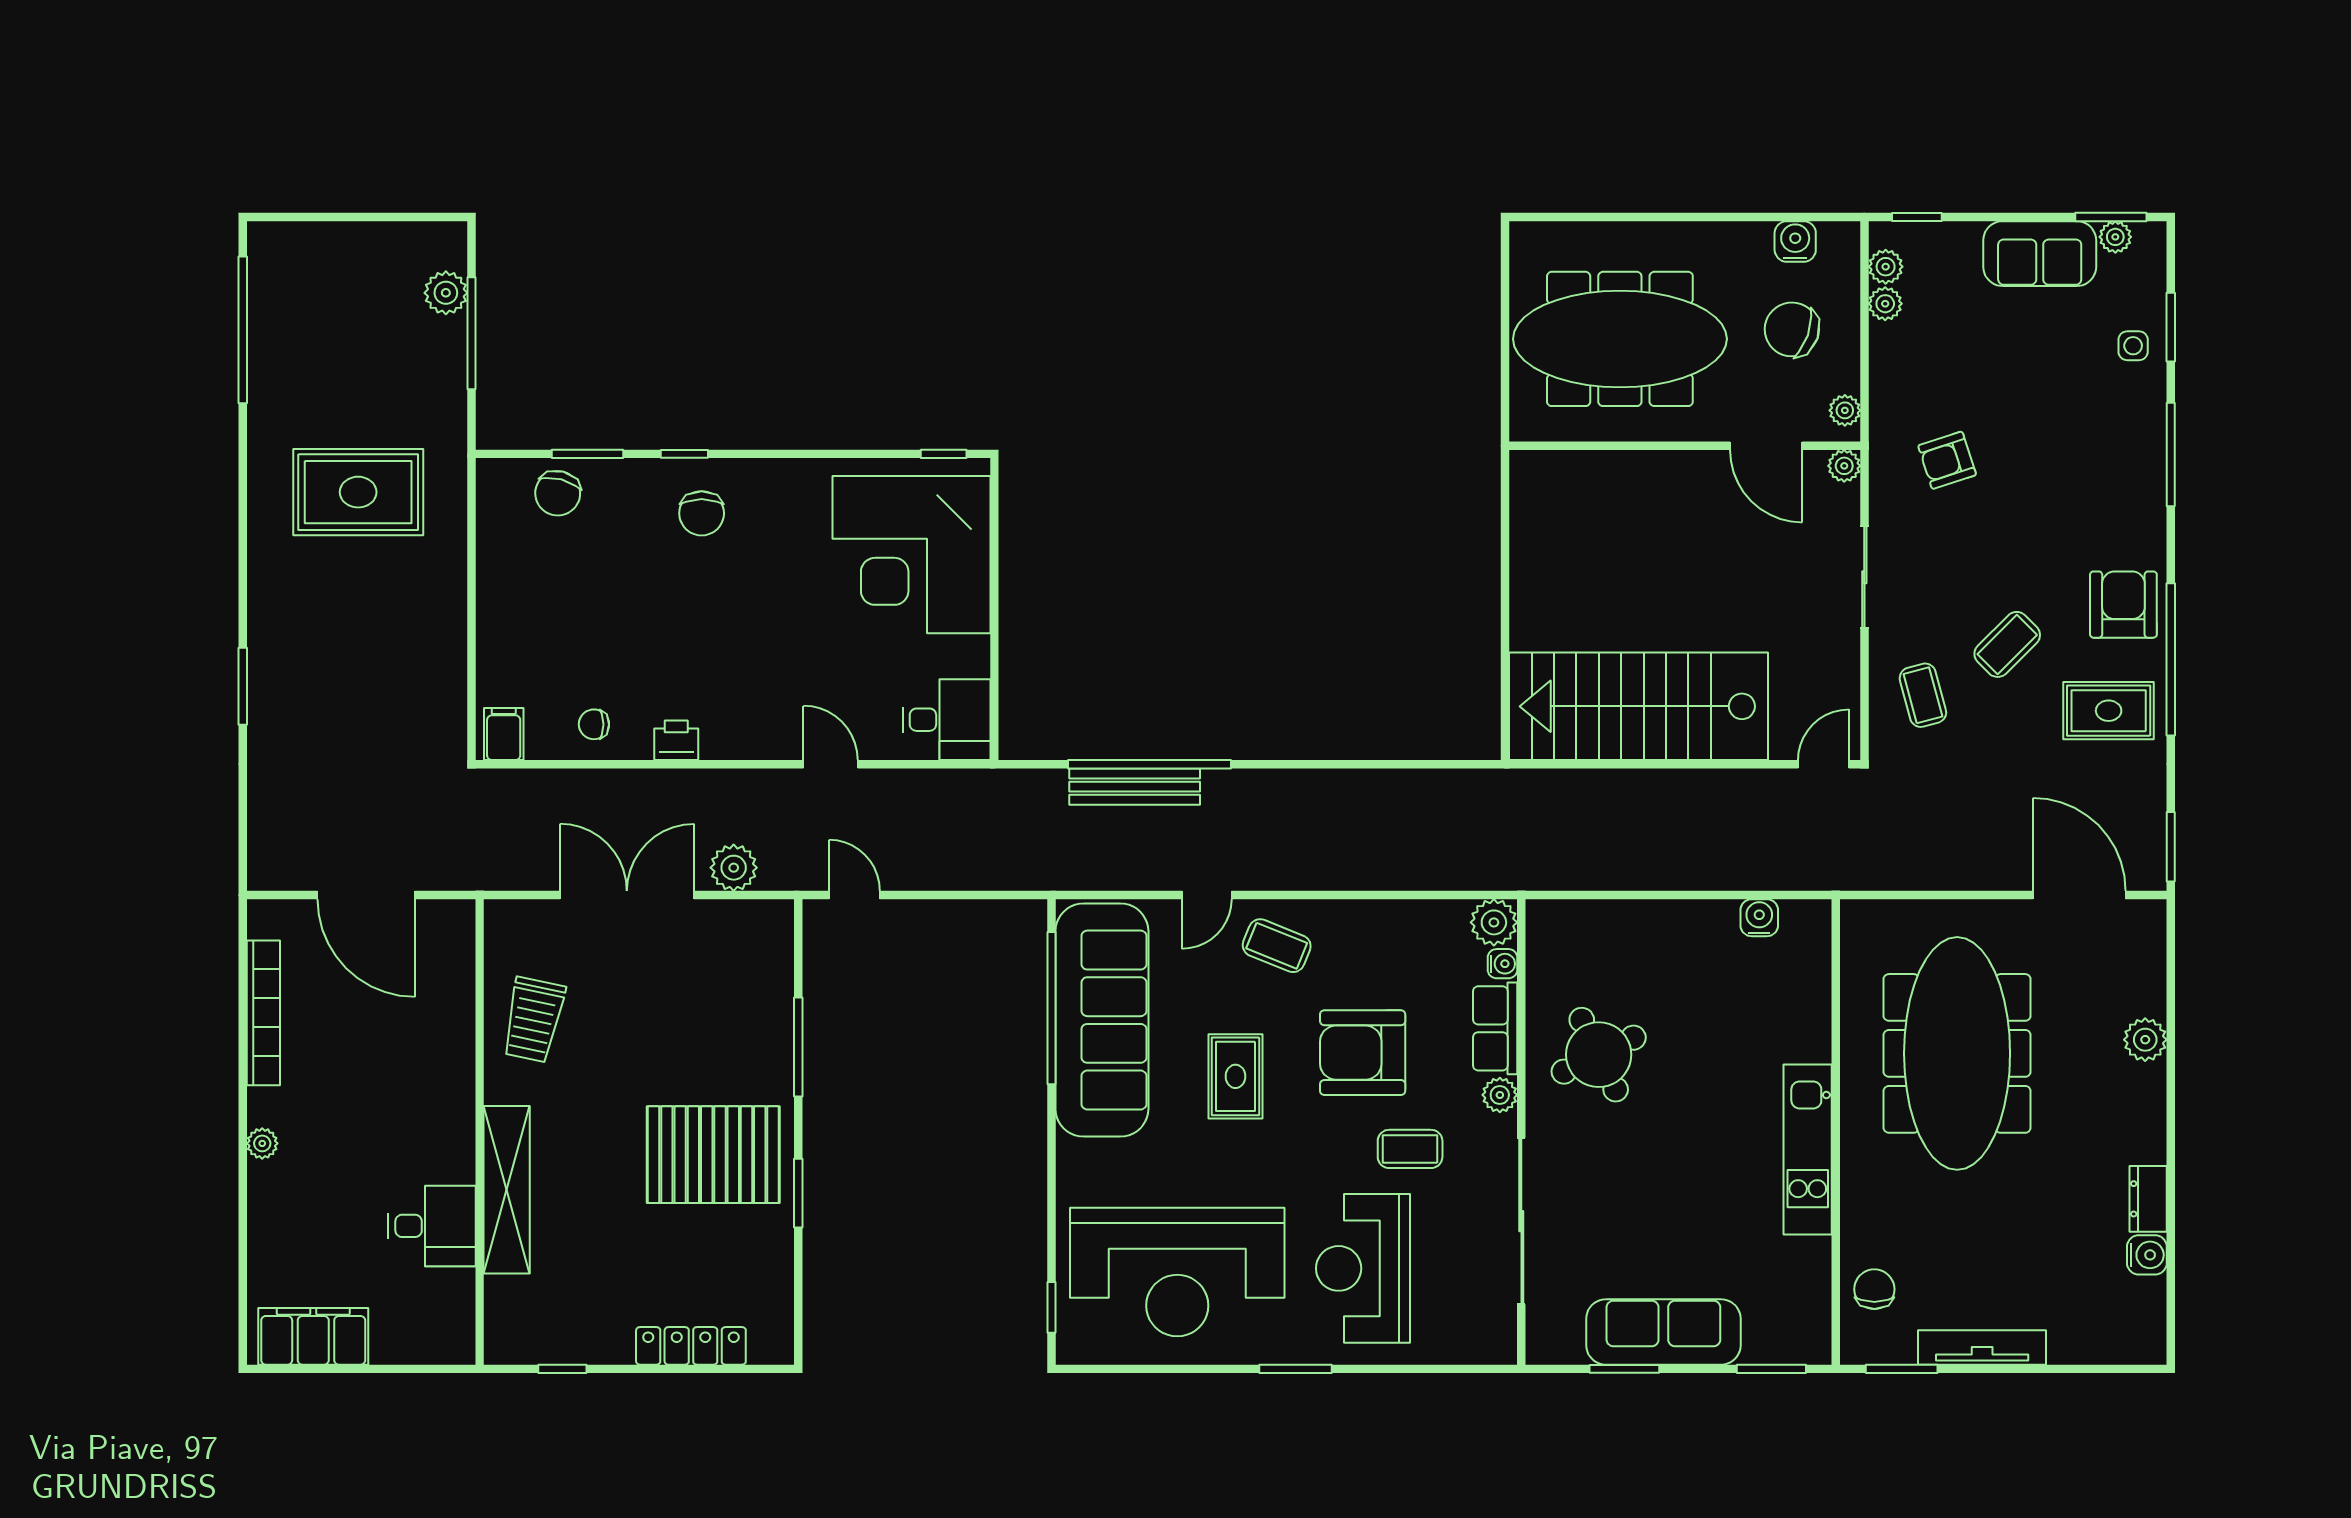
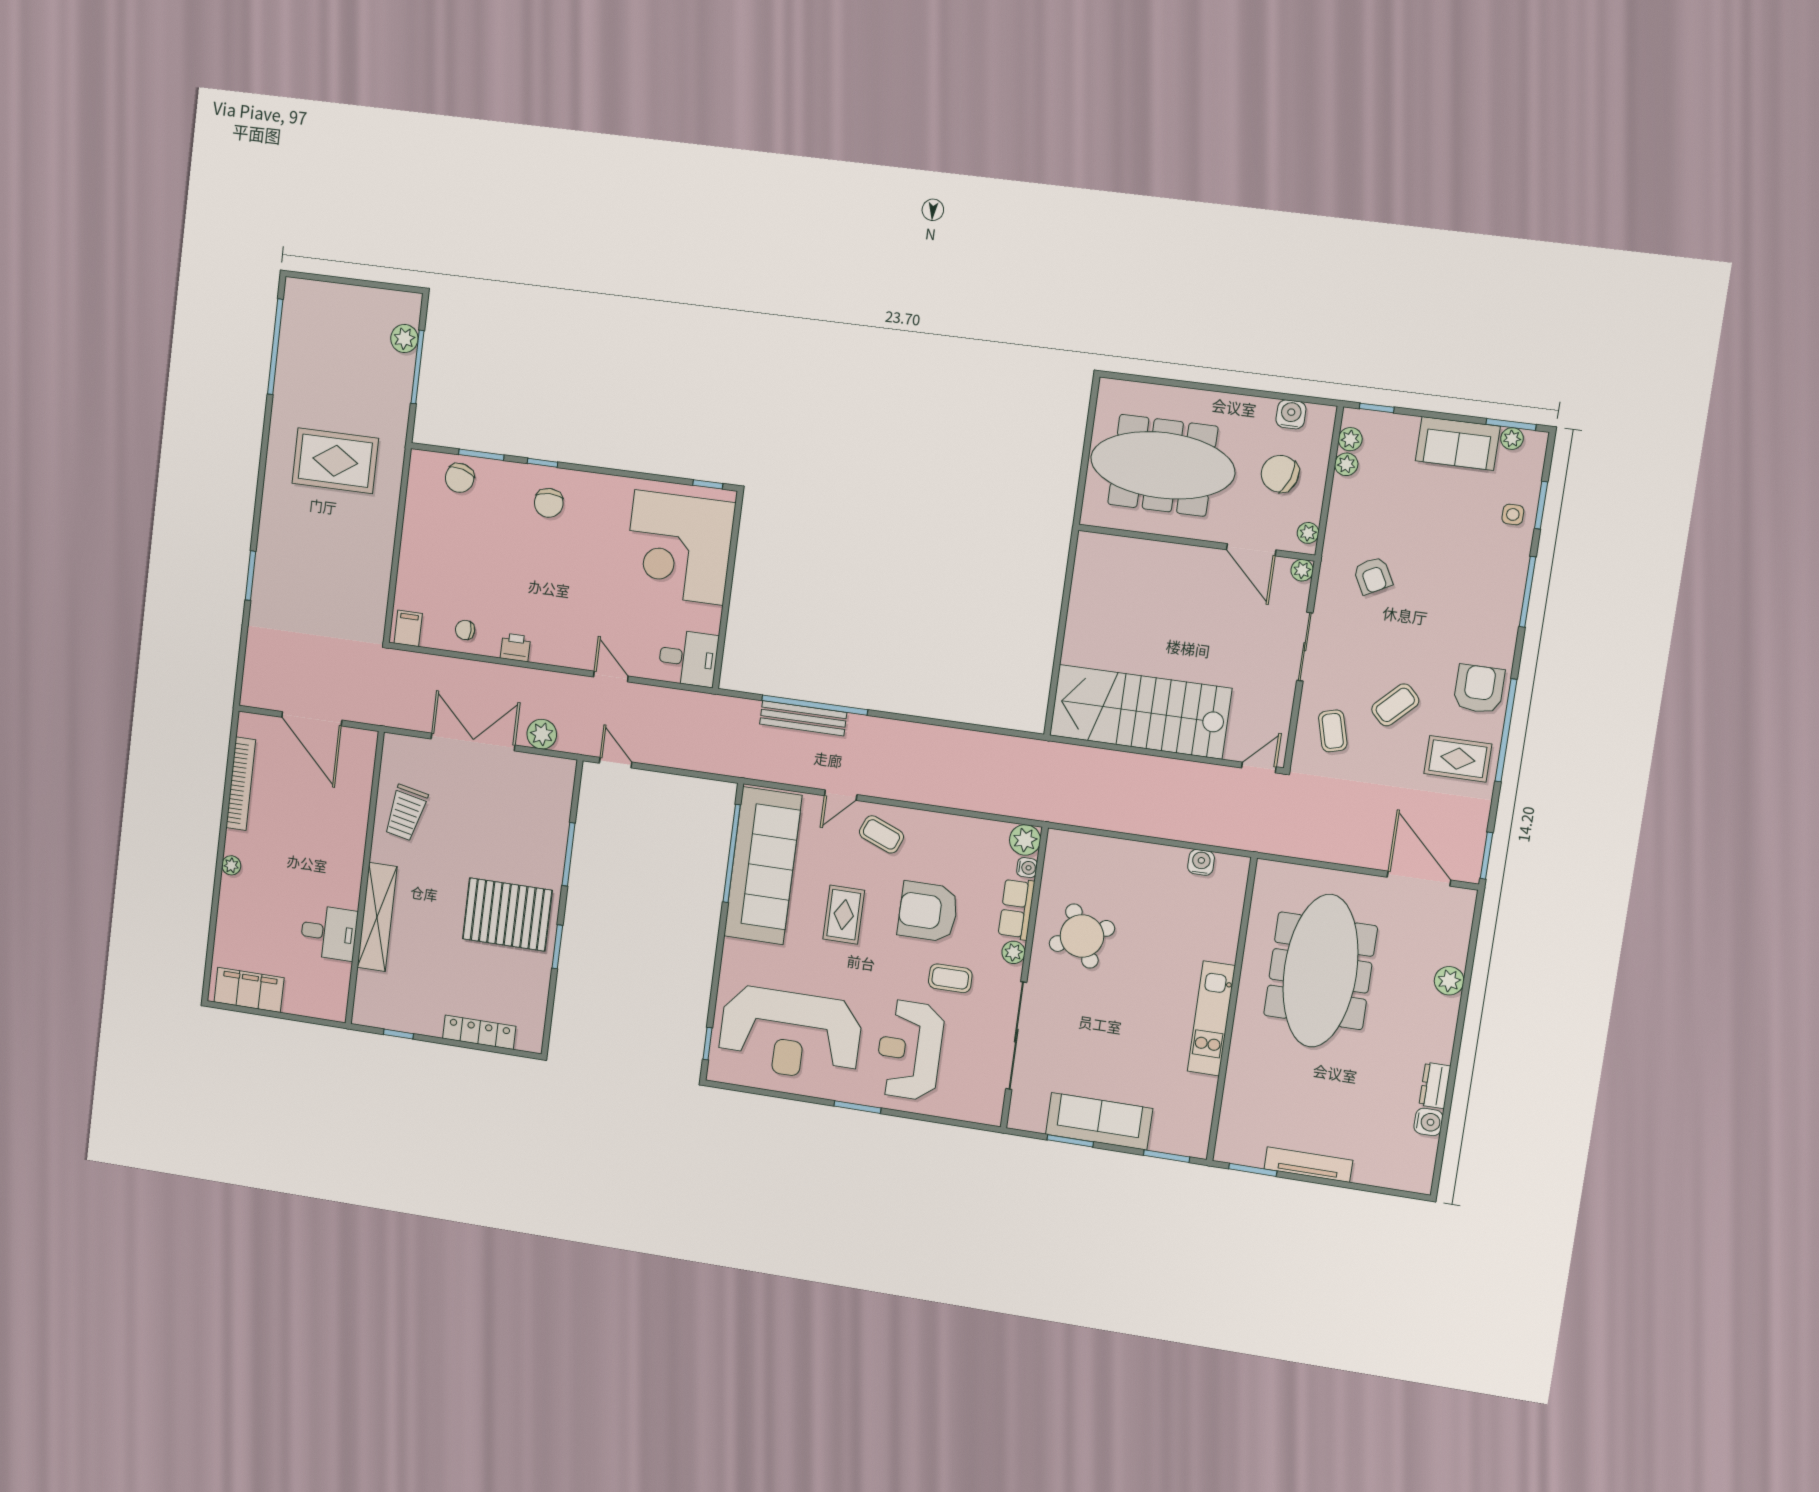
armchair: (1947, 460) -> (1373, 576), turned -100
chair: (1874, 1289) -> (1242, 1116), removed

